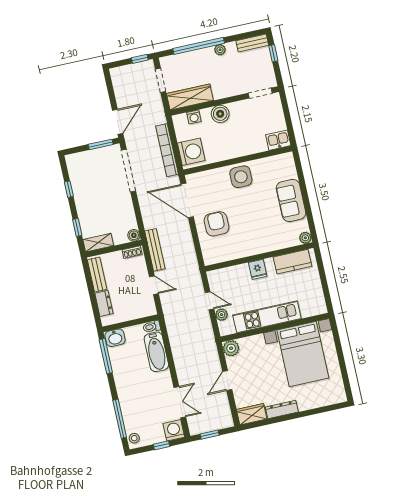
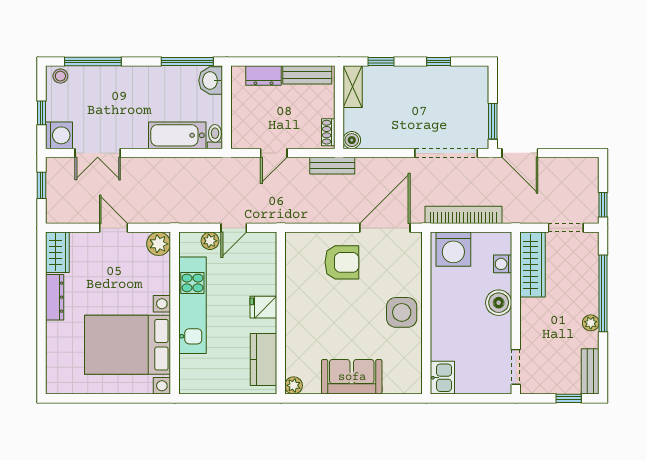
bench: (155, 250) -> (332, 166), width x0.73

